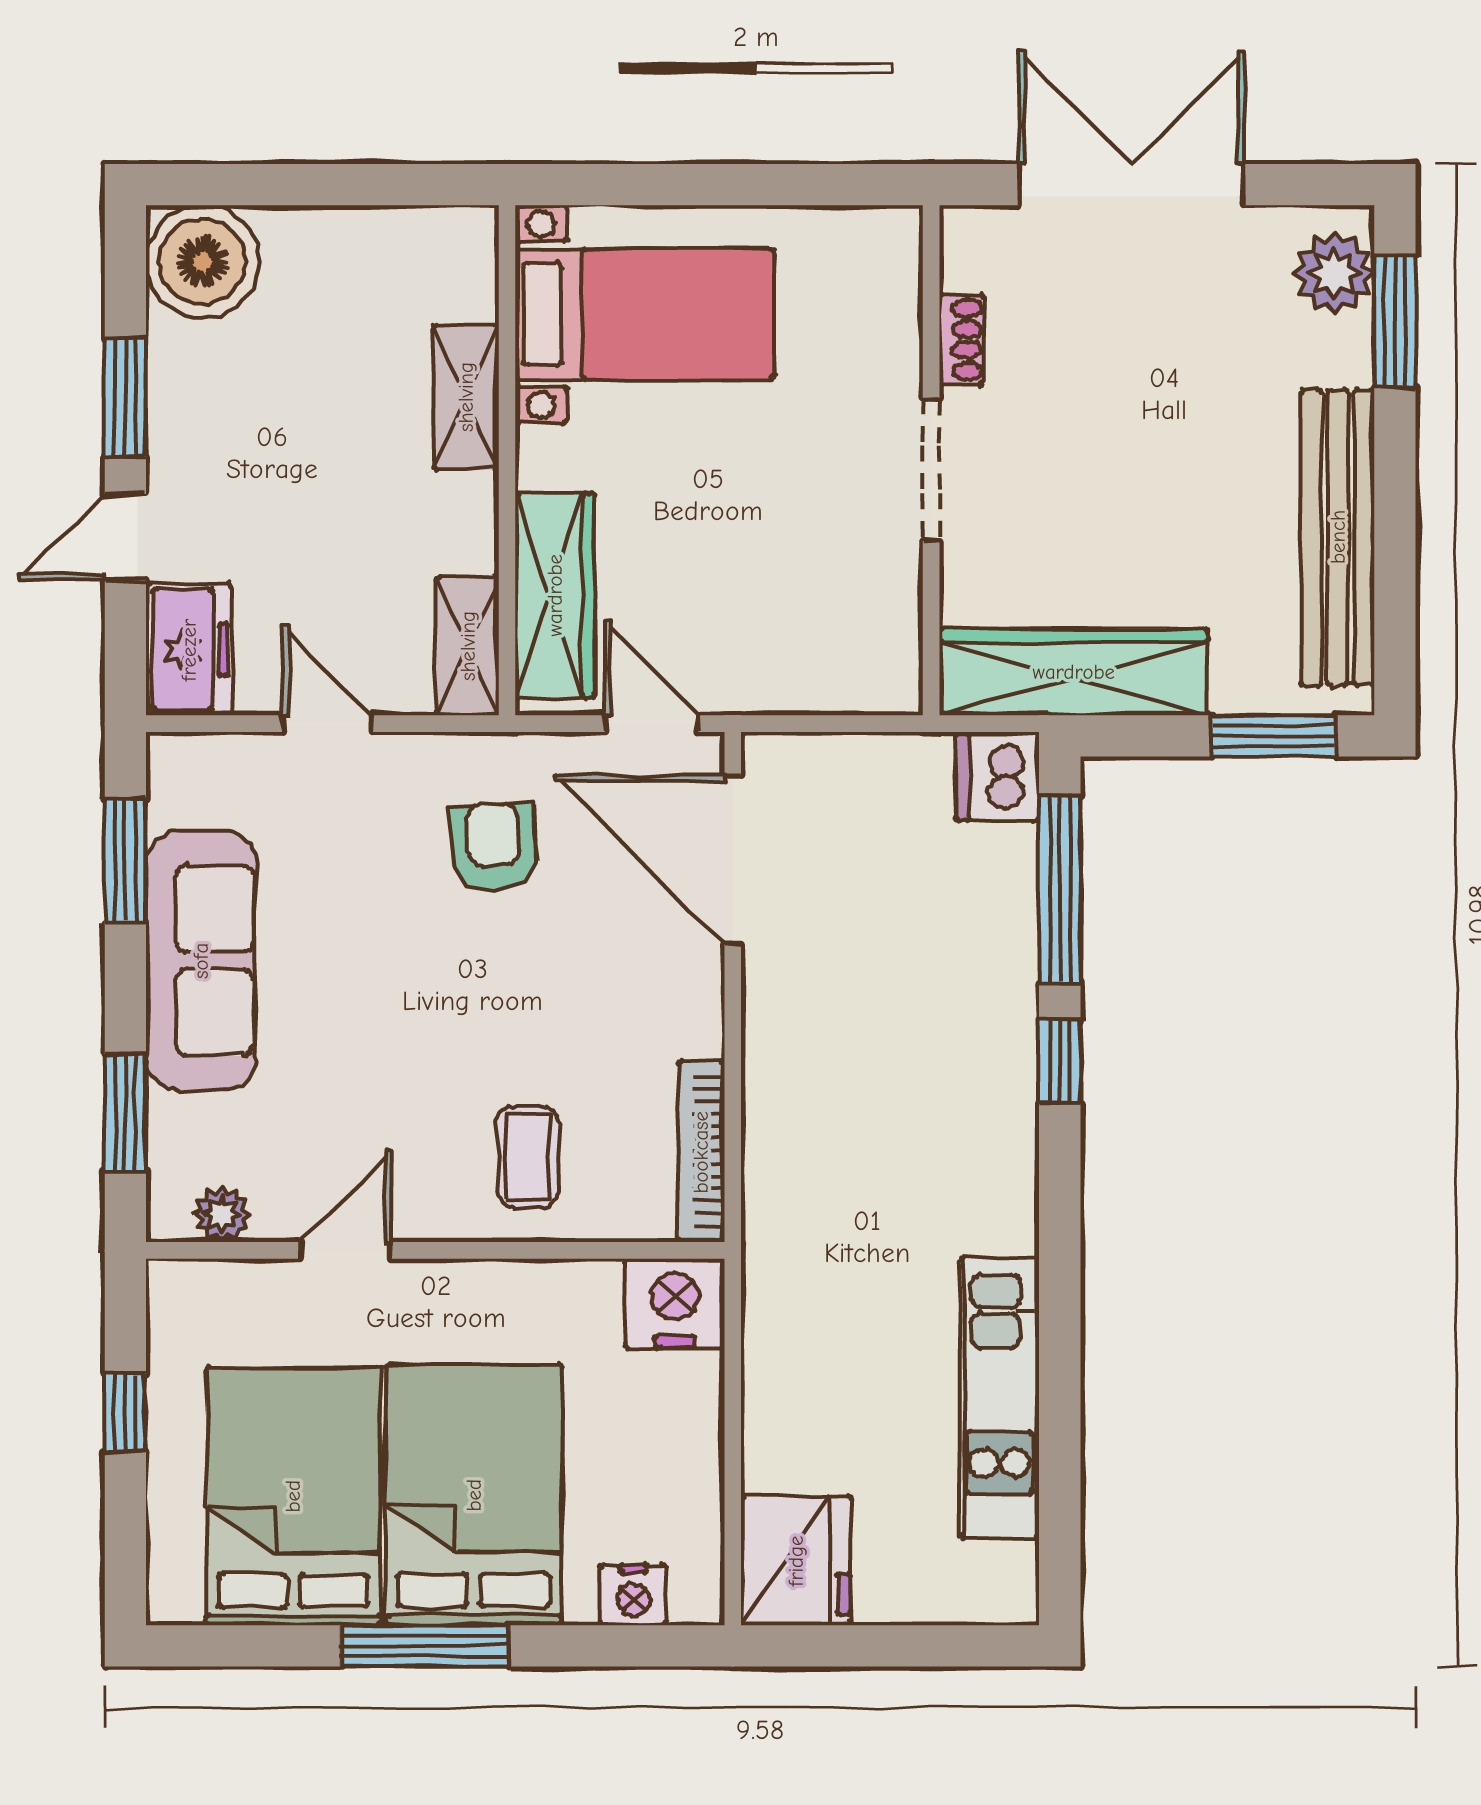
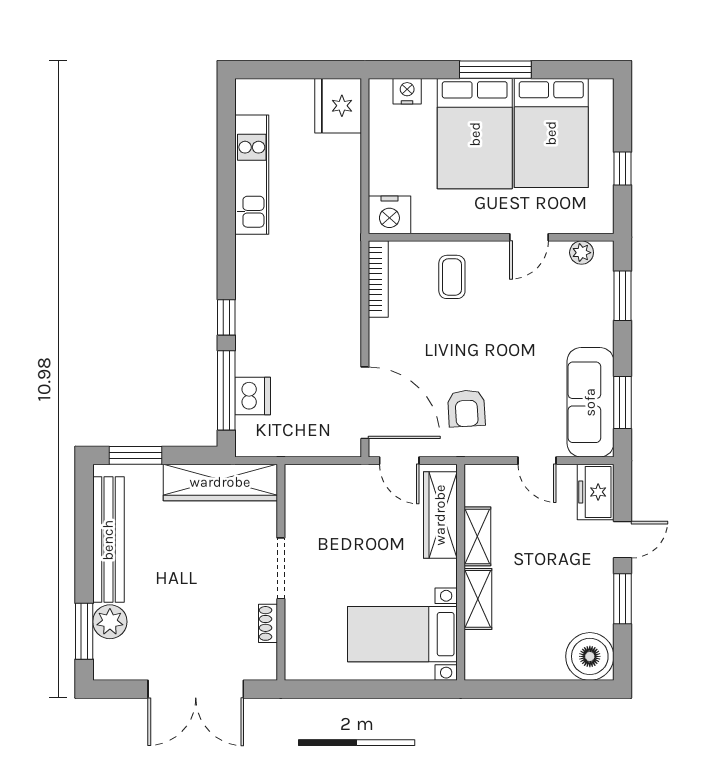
plant: (1334, 273) -> (110, 622), moved
shelving: (468, 646) -> (477, 536), moved
dishwasher: (998, 776) -> (253, 396), moved
sofa: (201, 961) -> (590, 402), moved

